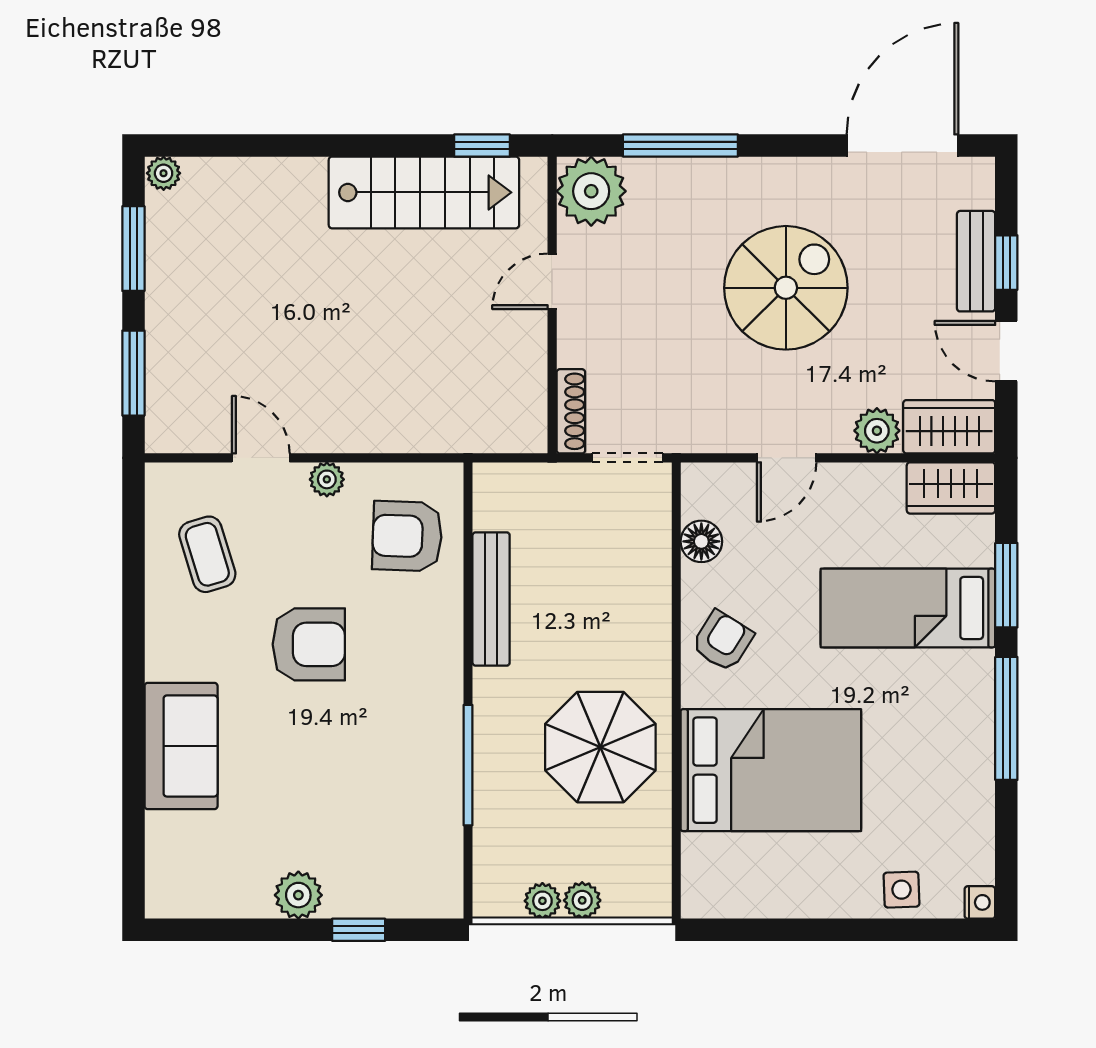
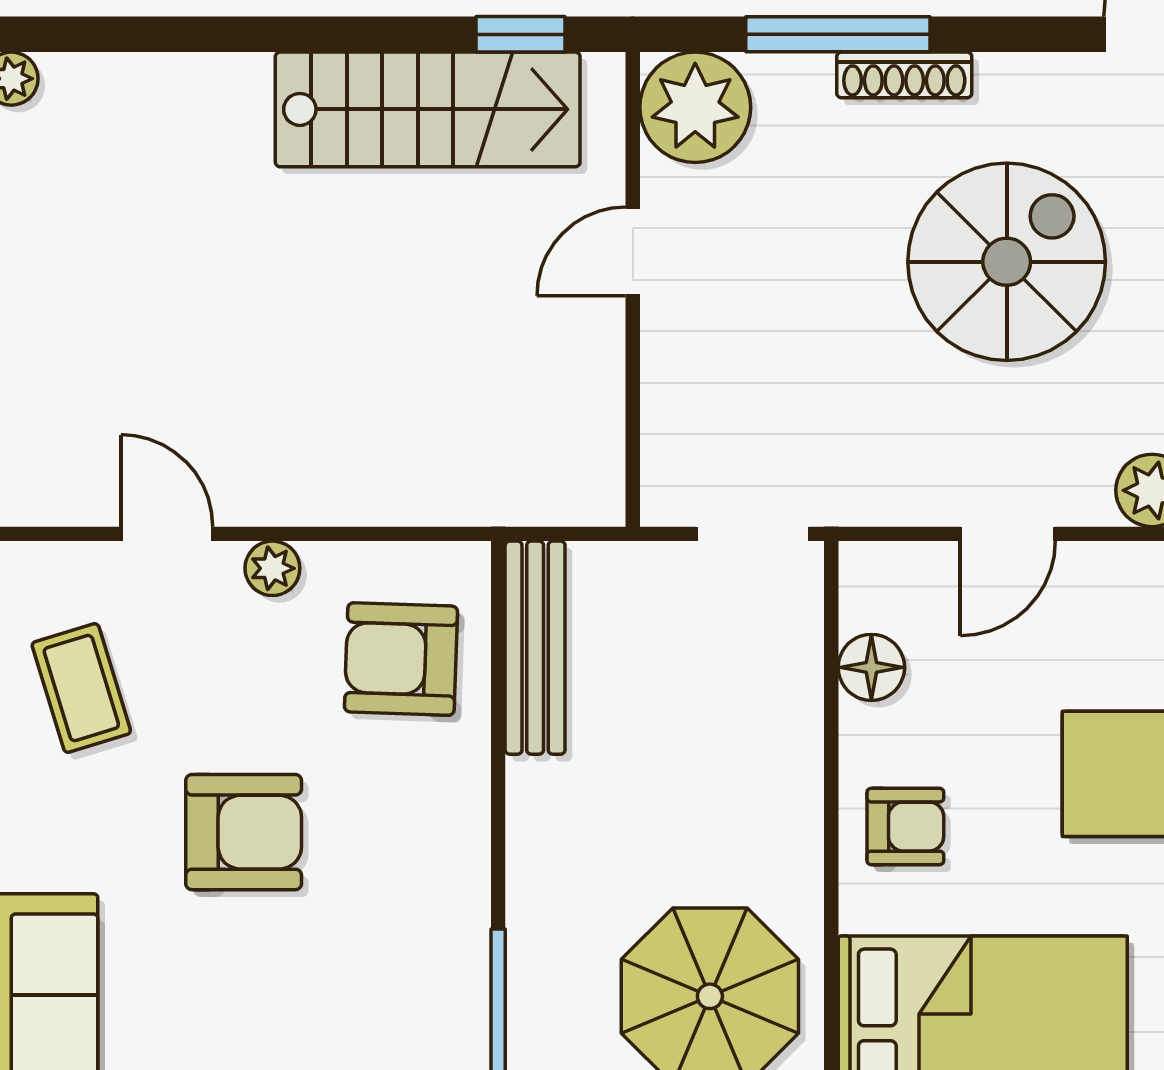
shoe rack: (571, 411) -> (904, 75), moved, turned 90
bench: (491, 599) -> (535, 648), moved
armchair: (723, 641) -> (905, 827), turned 58

